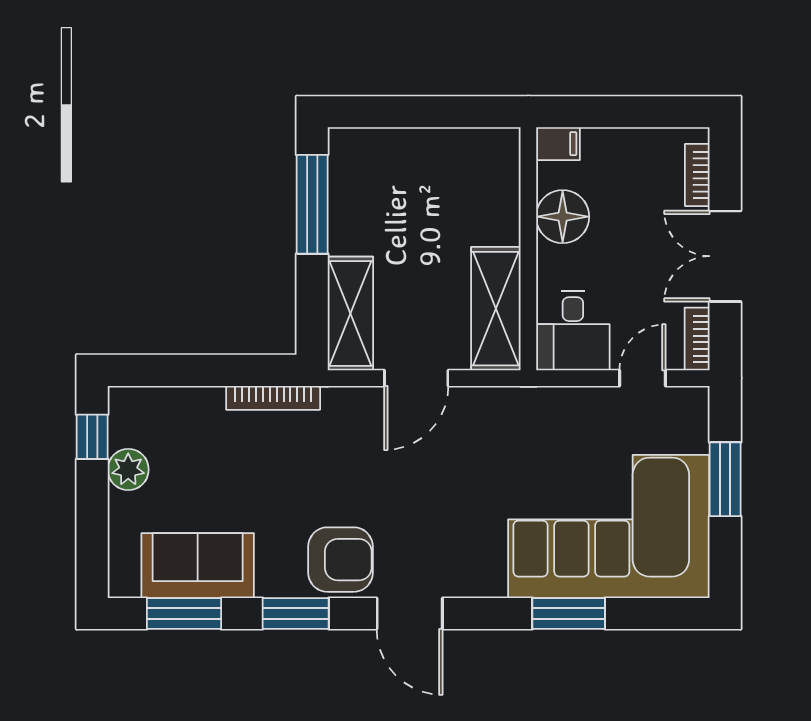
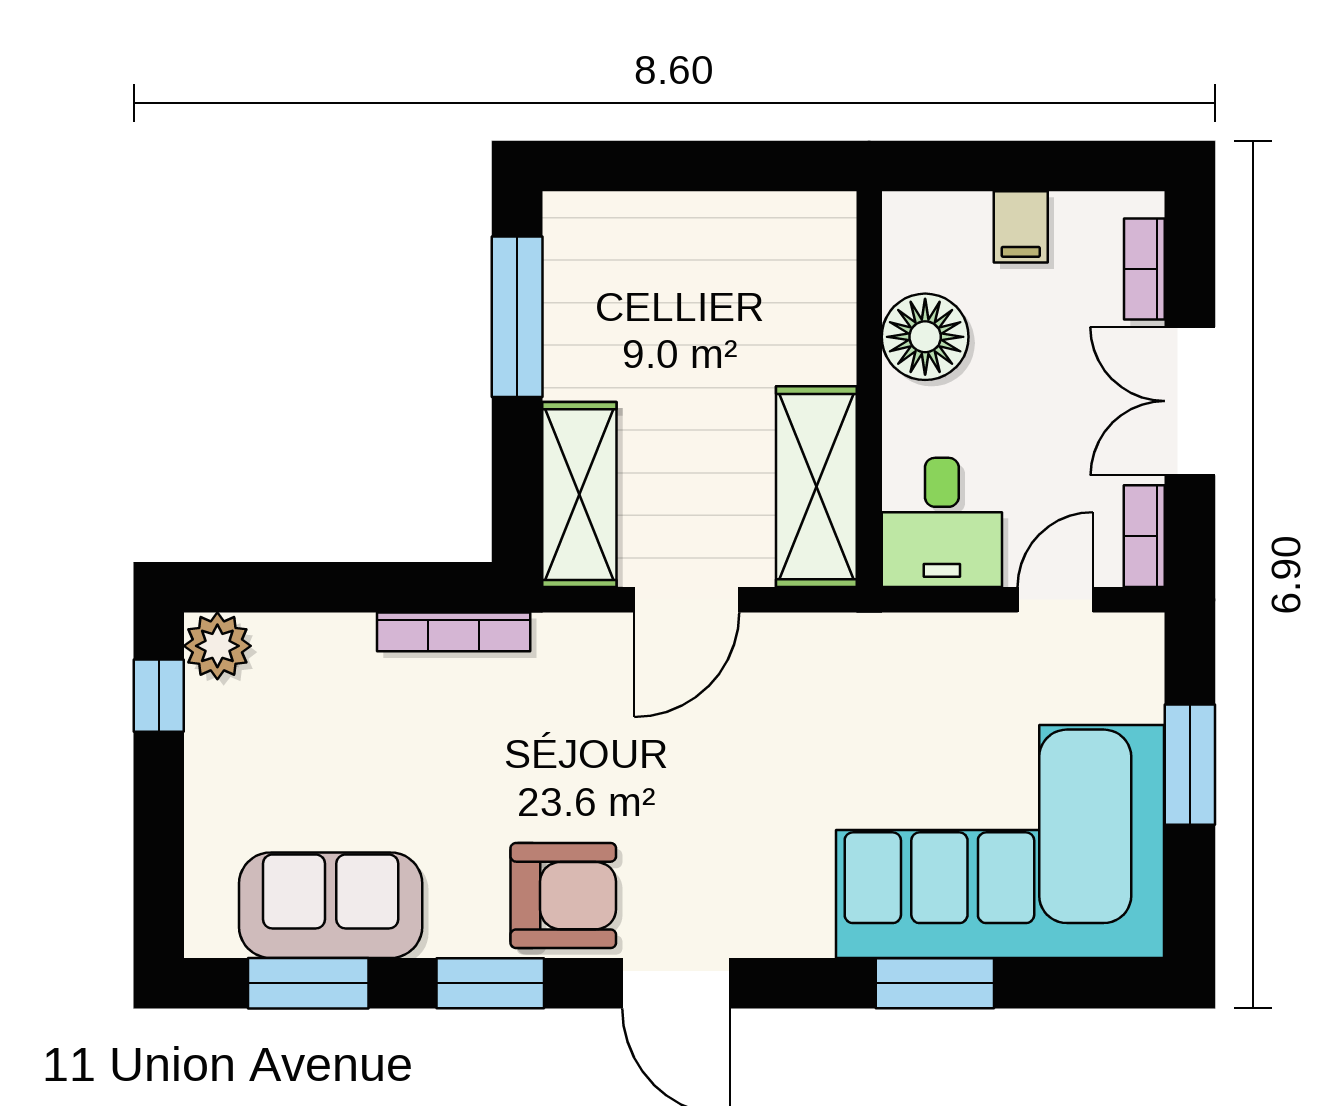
filing cabinet: (558, 144) -> (1021, 227), moved, turned 90
plant: (128, 470) -> (217, 646), moved

